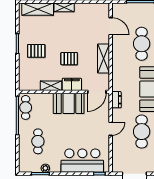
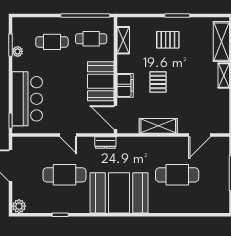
pallet: (36, 51) -> (168, 40), turned 90
shelving: (51, 86) -> (123, 40), moved
cafe table: (26, 107) -> (91, 39), moved

